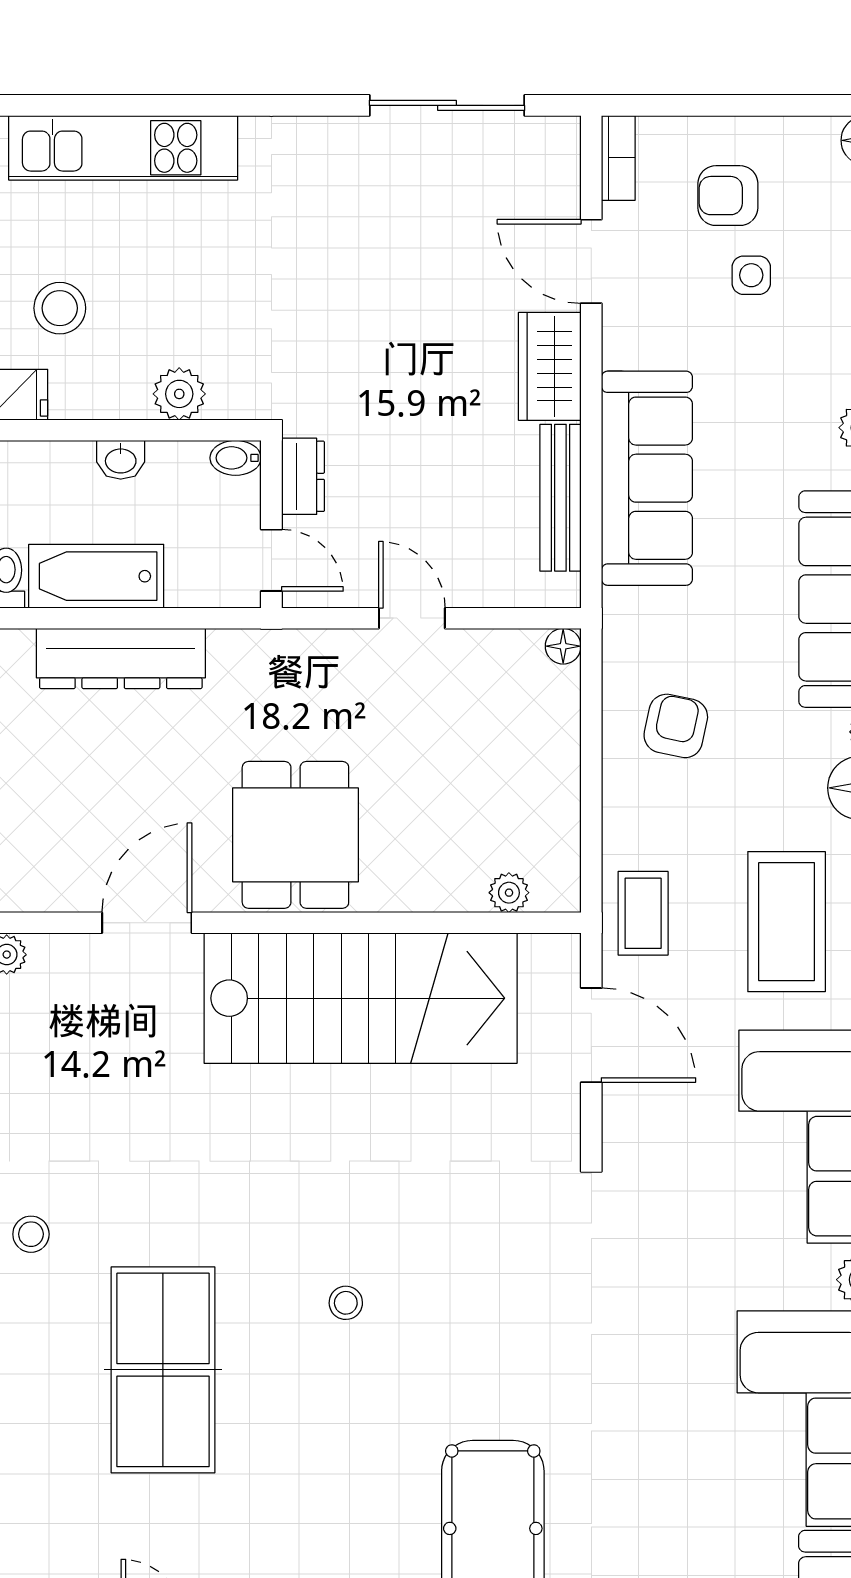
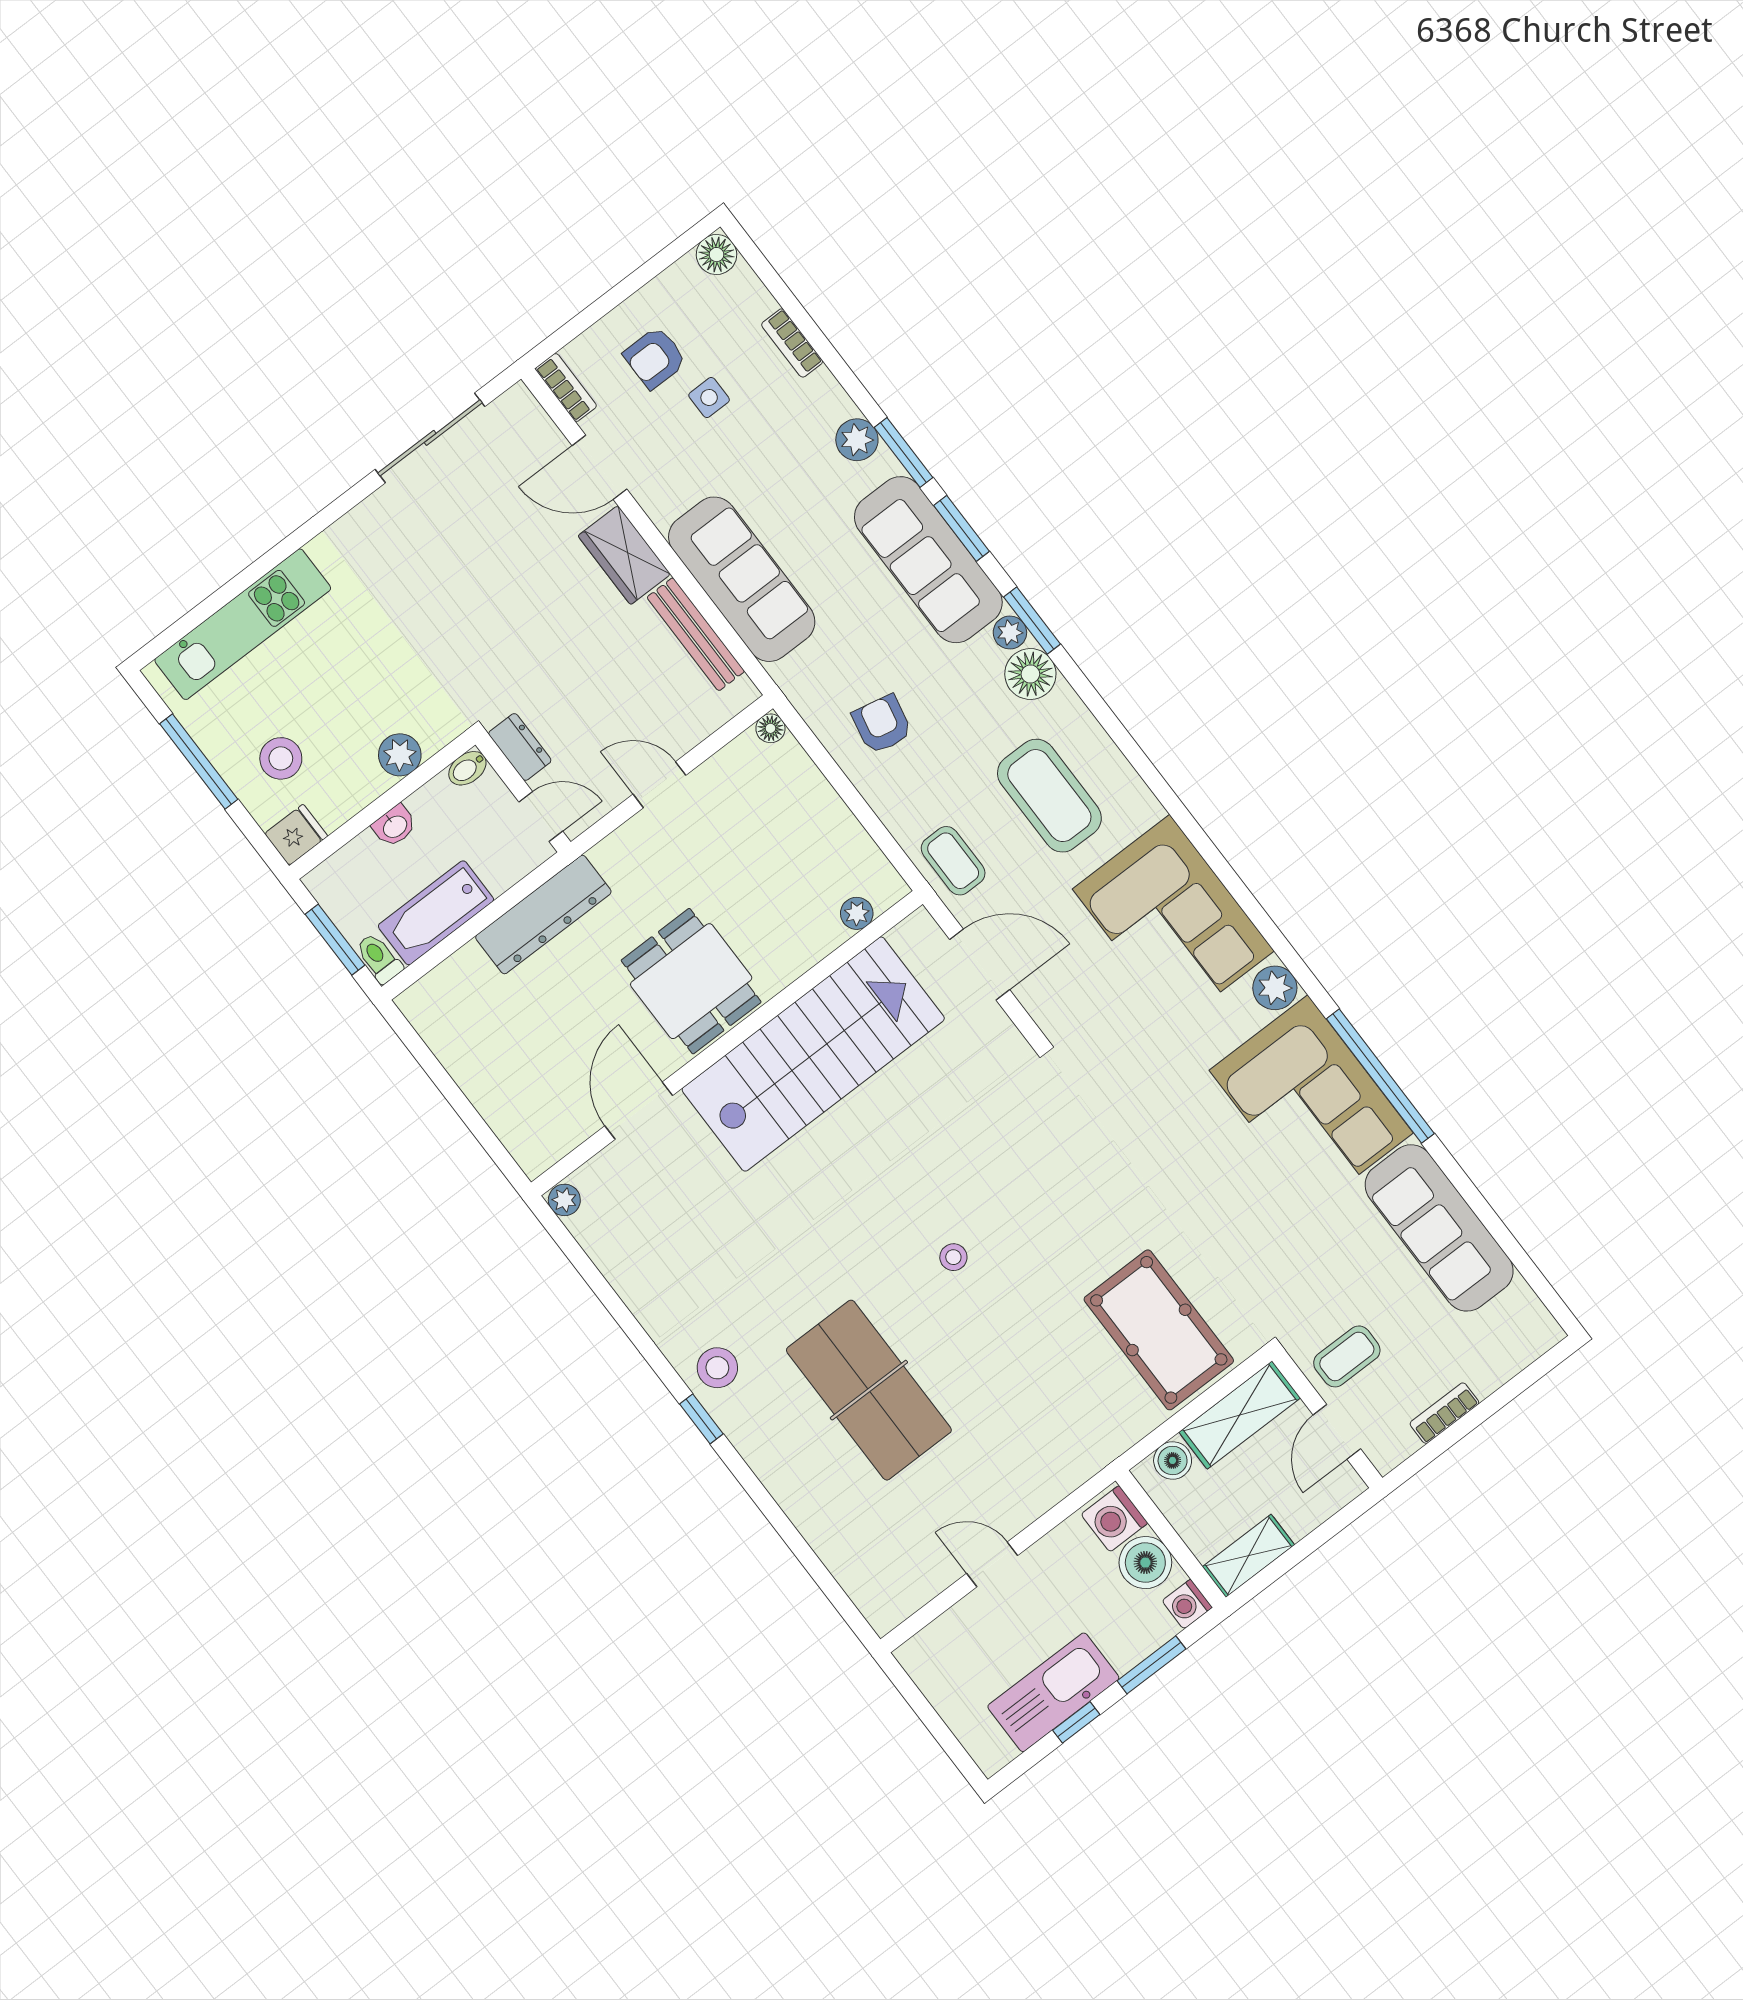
dresser: (121, 658) -> (543, 914), moved
stool: (31, 1234) -> (717, 1368), width x1.37, depth x1.37

